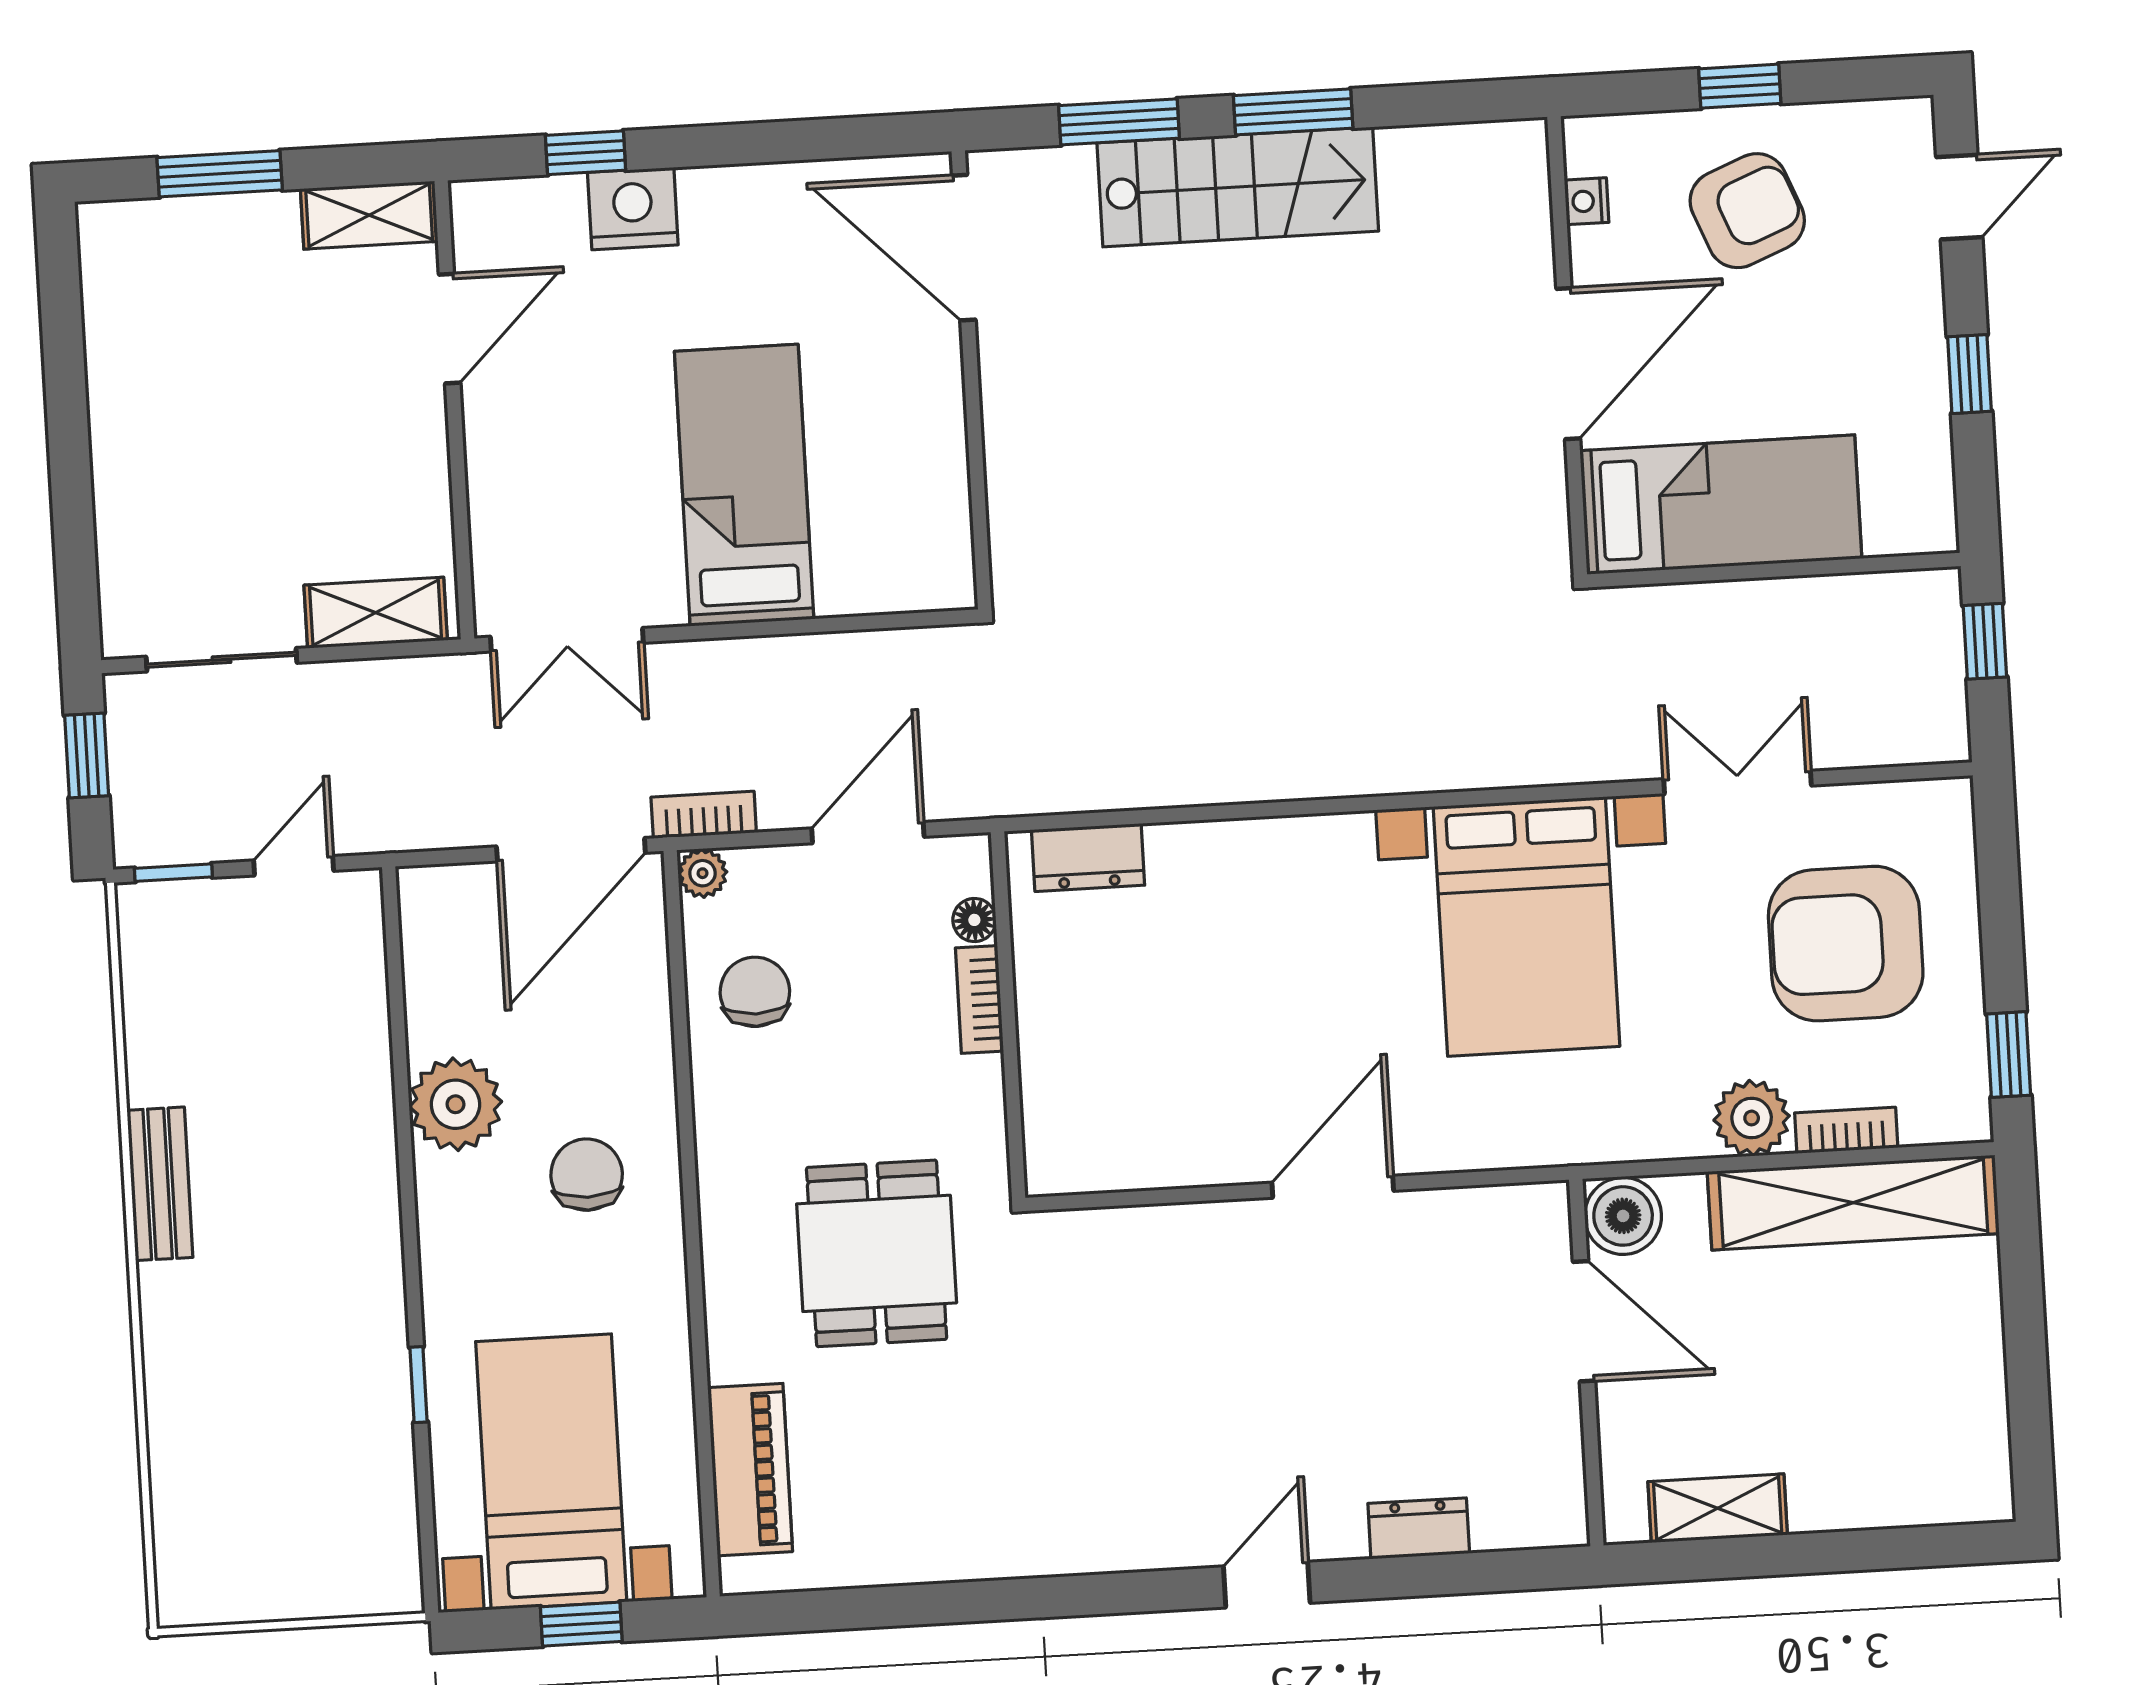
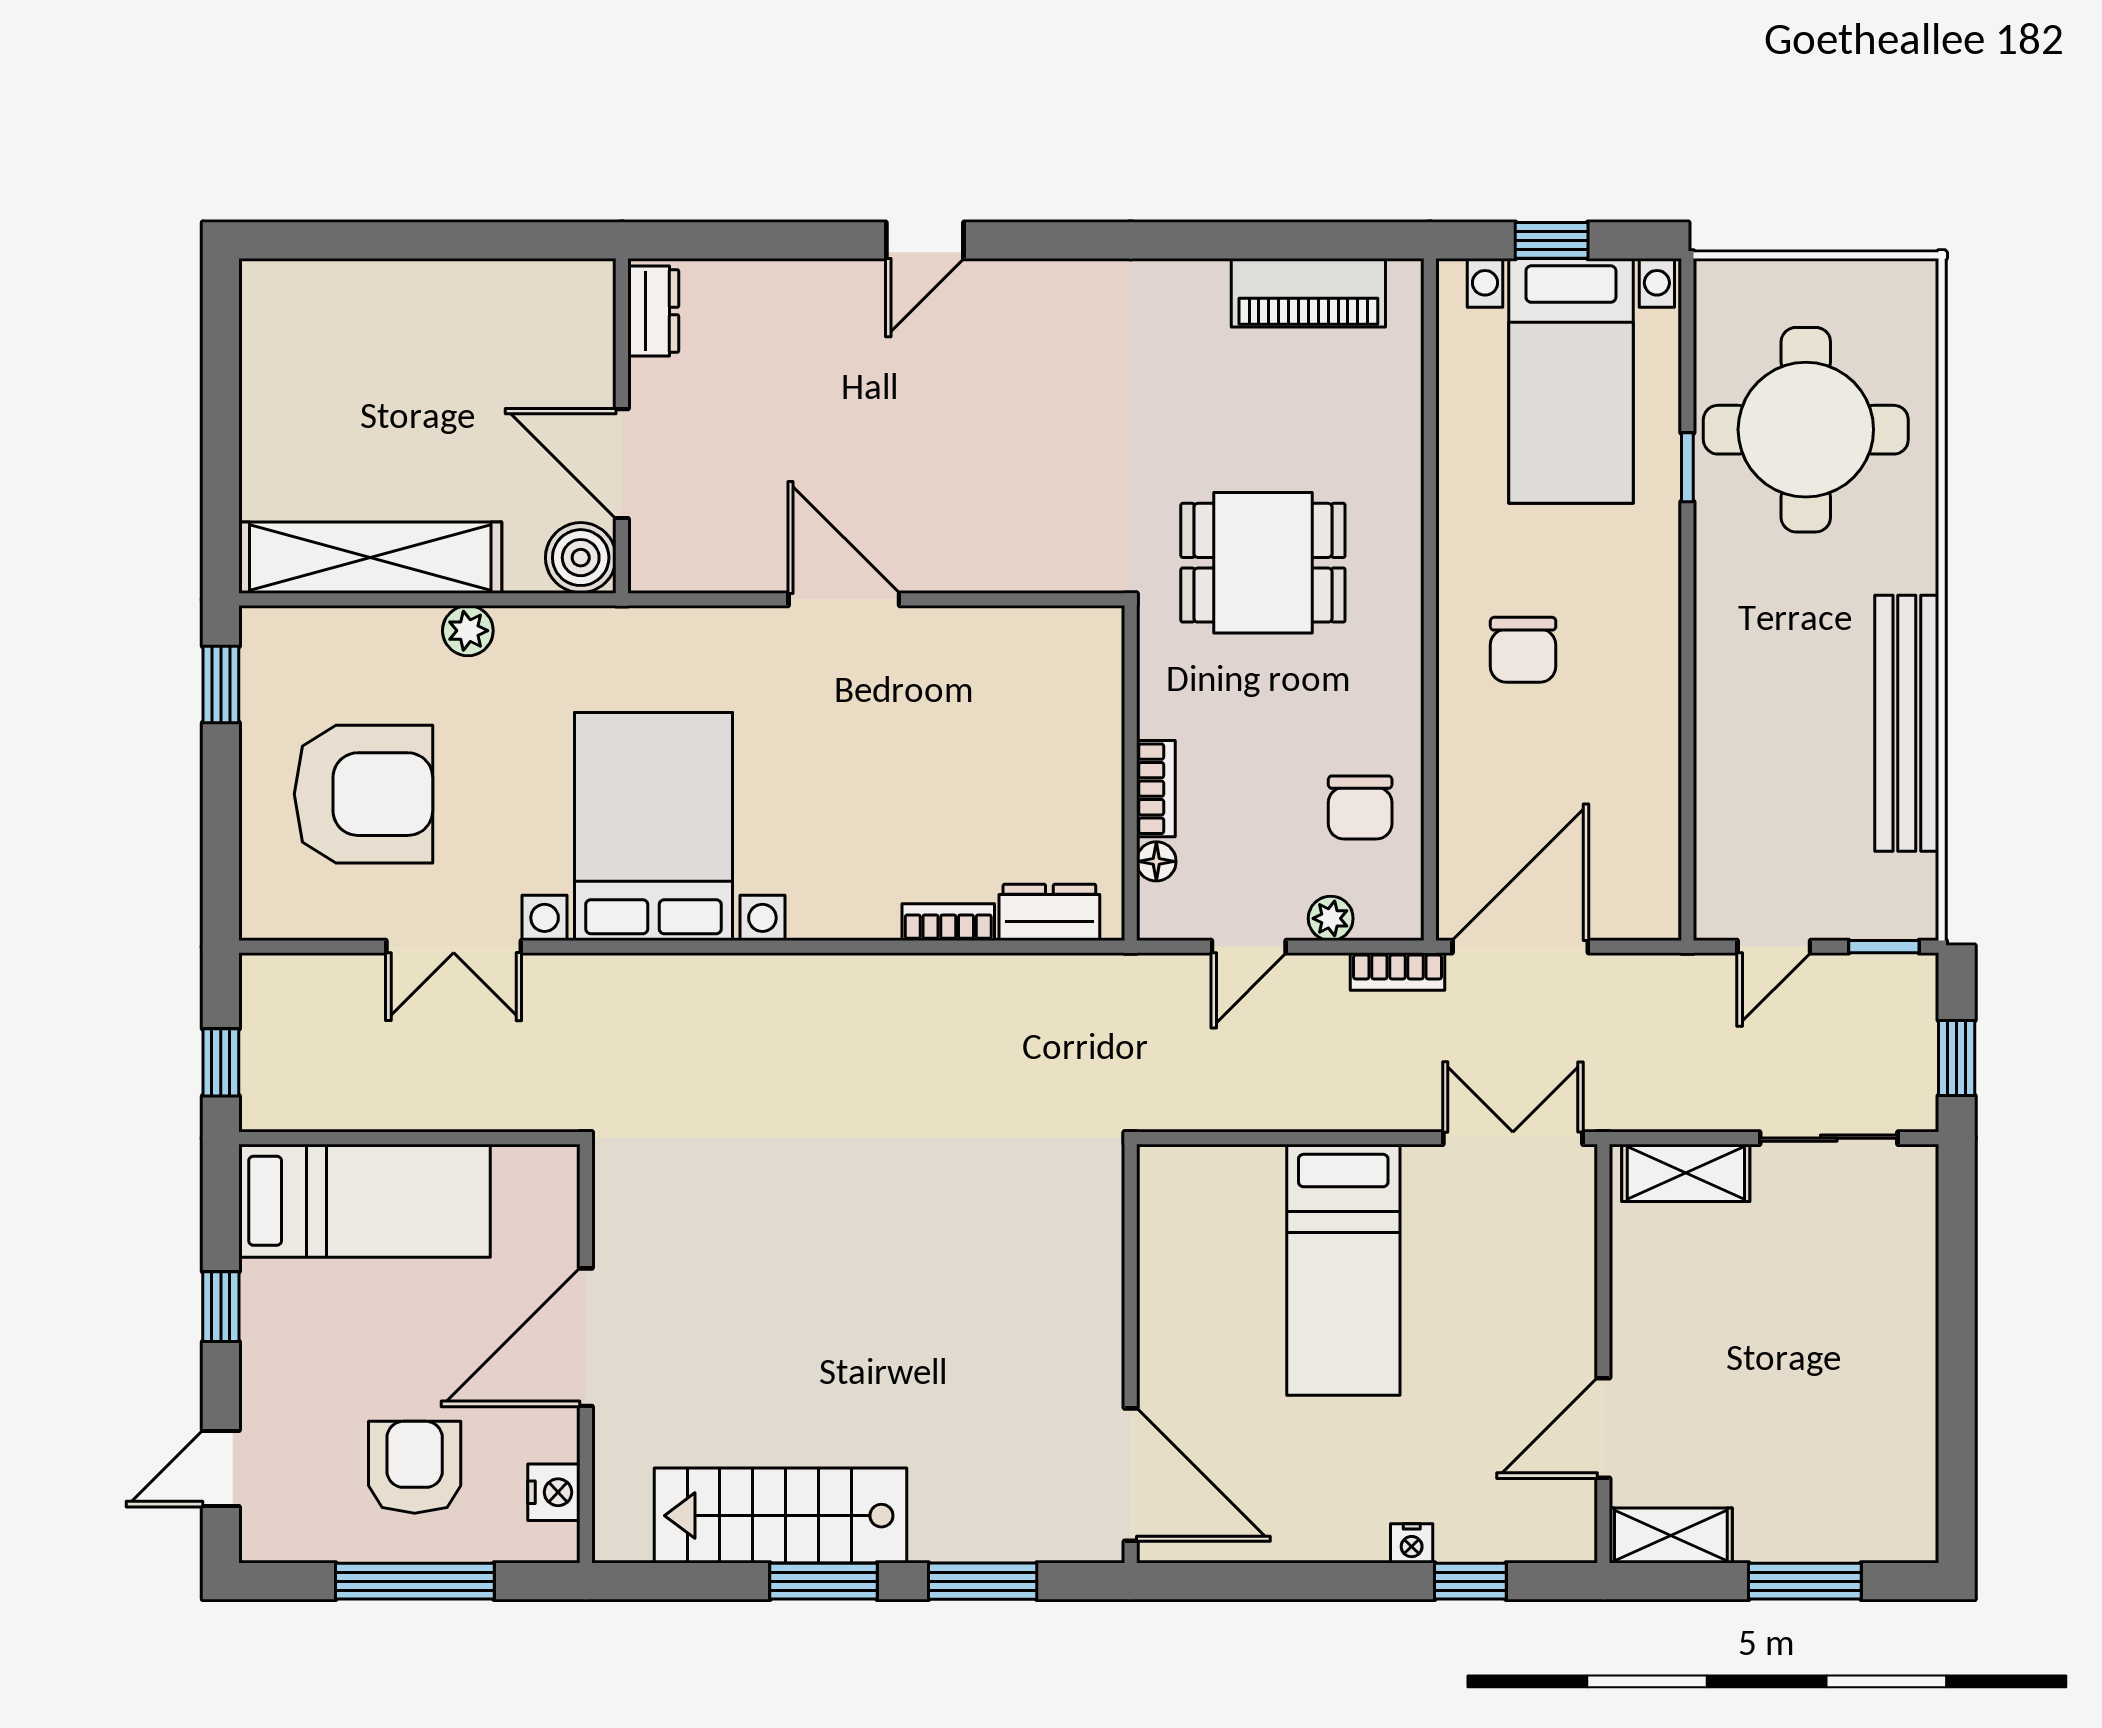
window: (1740, 86) -> (415, 1581), width x2.17
stairs: (1238, 187) -> (781, 1516), moved
nightstand: (1587, 201) -> (554, 1492), width x1.39, depth x1.35
nightstand: (633, 209) -> (1412, 1543), width x0.53, depth x0.56
armchair: (1747, 211) -> (415, 1467), turned 112
bed: (1721, 505) -> (364, 1201), moved, turned 180
door: (868, 833) -> (1249, 947), width x0.73
plant: (703, 873) -> (1331, 918), moved
plant: (455, 1104) -> (1639, 721), removed
plant: (1752, 1118) -> (468, 631), width x0.73, depth x0.73
bookcase: (1846, 1130) -> (948, 922), moved, turned 180
bench: (160, 1184) -> (1907, 723), width x1.86, depth x1.21
door: (1333, 1187) -> (844, 599), swing flipped
dining table: (877, 1253) -> (1263, 563), turned 90
round table: (291, 1433) -> (1806, 430), added
piano: (750, 1470) -> (1308, 293), moved, turned -90
shelving: (1718, 1508) -> (510, 286), removed
dresser: (1419, 1528) -> (653, 311), moved, turned -90

